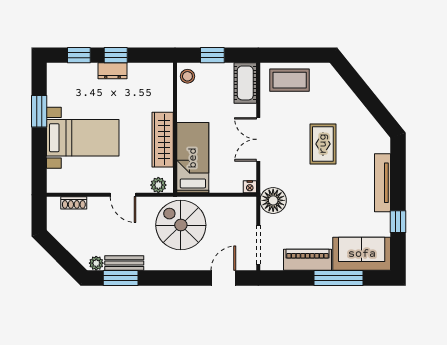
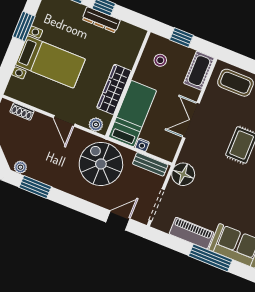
dresser: (112, 71) -> (101, 20), width x1.44
stool: (187, 76) -> (160, 60), moved
nightstand: (250, 187) -> (142, 145), moved
bench: (124, 263) -> (150, 164), moved

